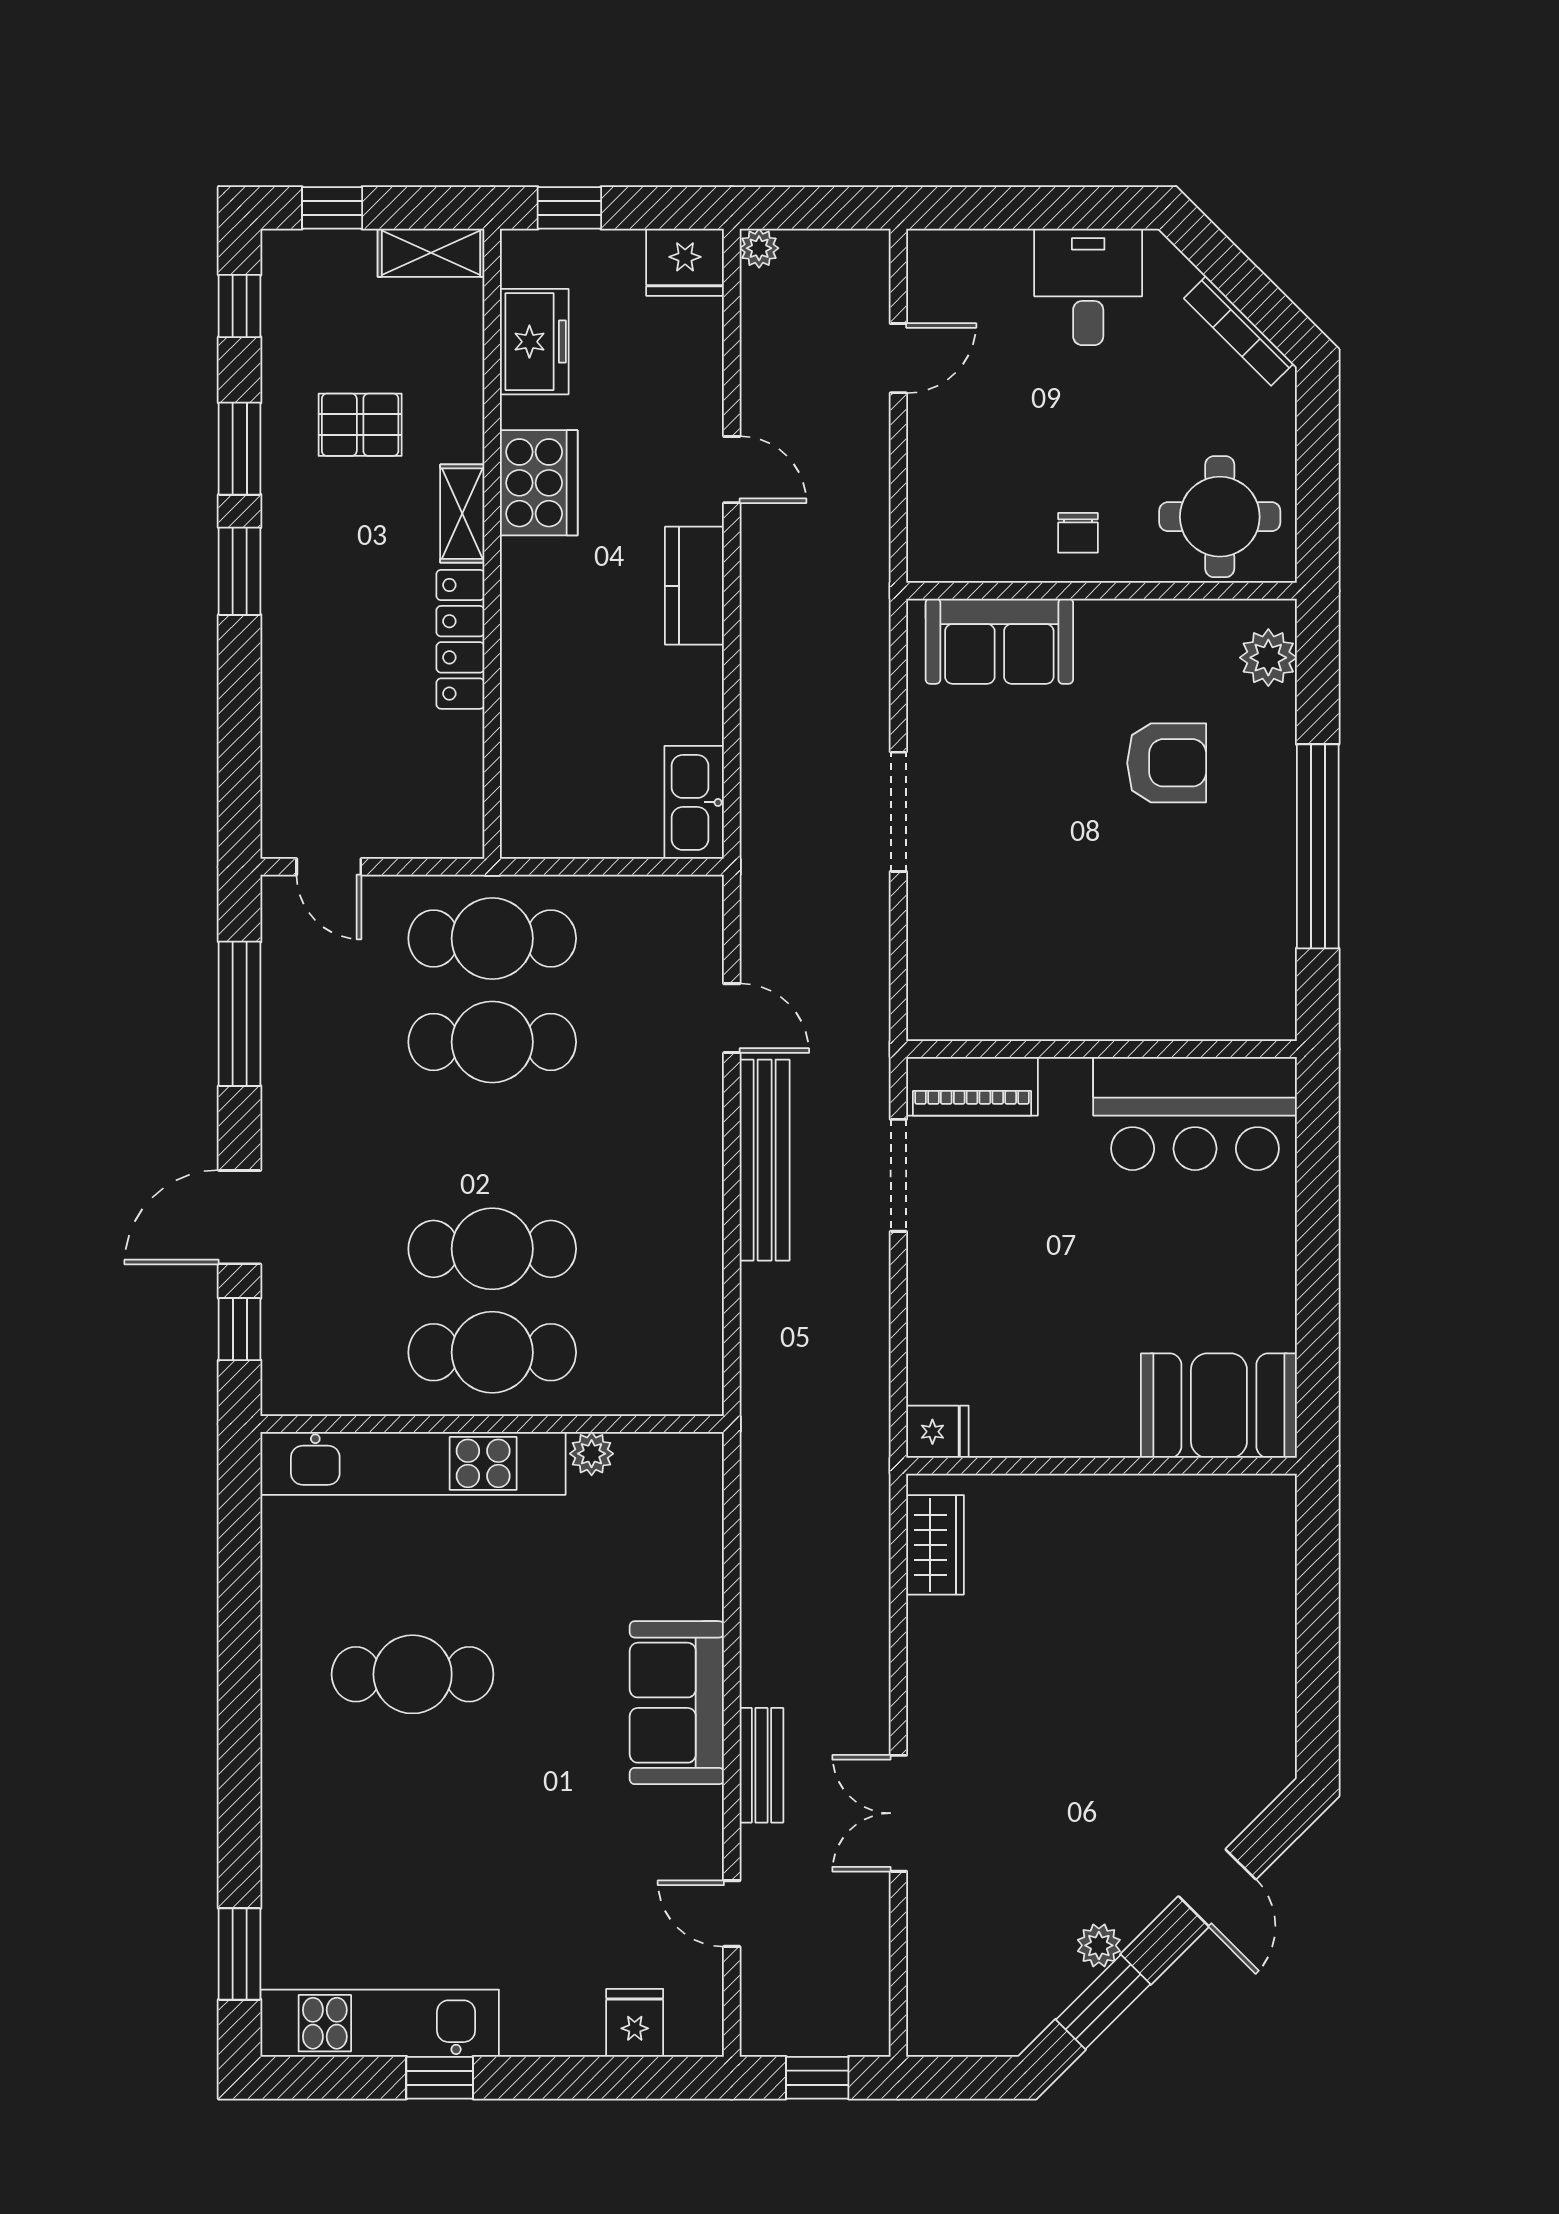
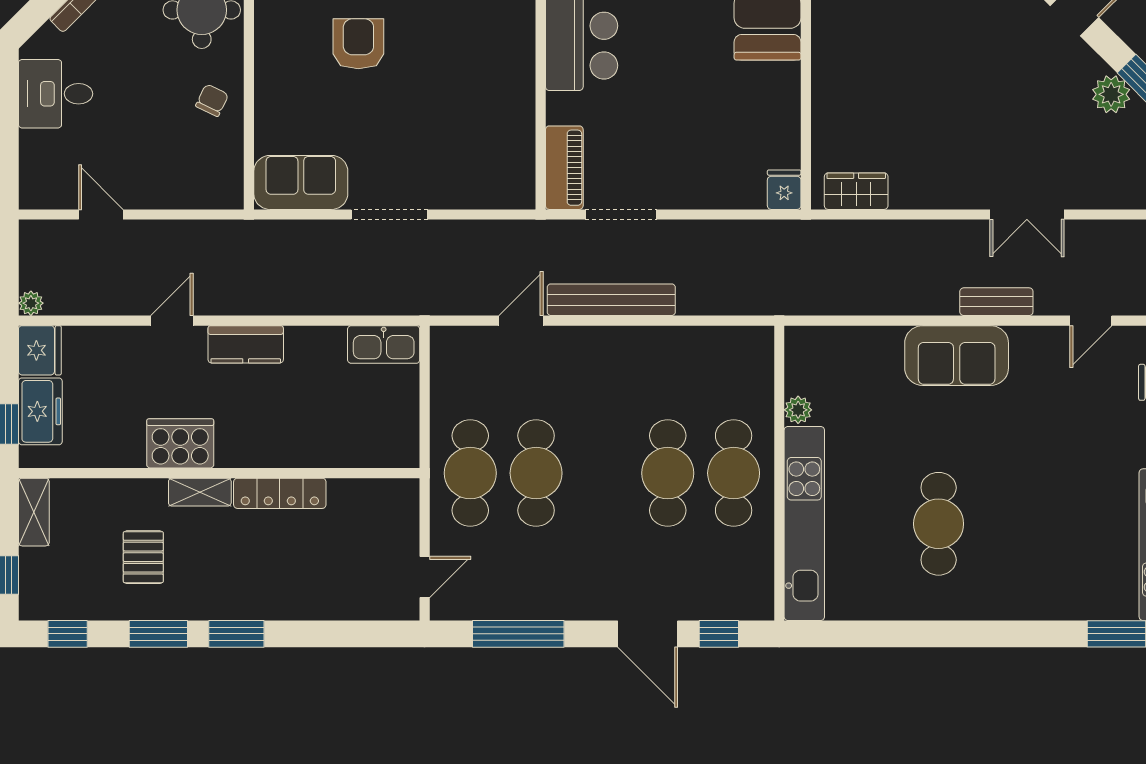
freezer: (534, 342) -> (40, 411), moved, turned 90
chair: (1078, 533) -> (212, 100), turned -64
sofa: (999, 641) -> (301, 182), moved, turned -90
plant: (1099, 1945) -> (1111, 94), width x1.38, depth x1.38

